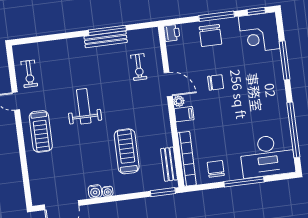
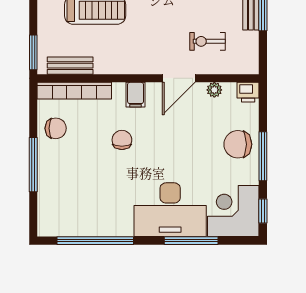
chair: (216, 82) -> (122, 140), moved, turned 180
plant: (179, 101) -> (214, 90), moved
desk: (267, 156) -> (170, 210), moved, turned -90

